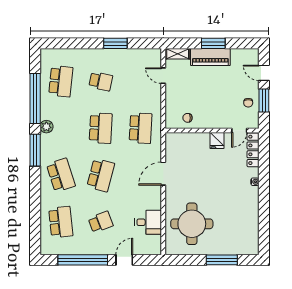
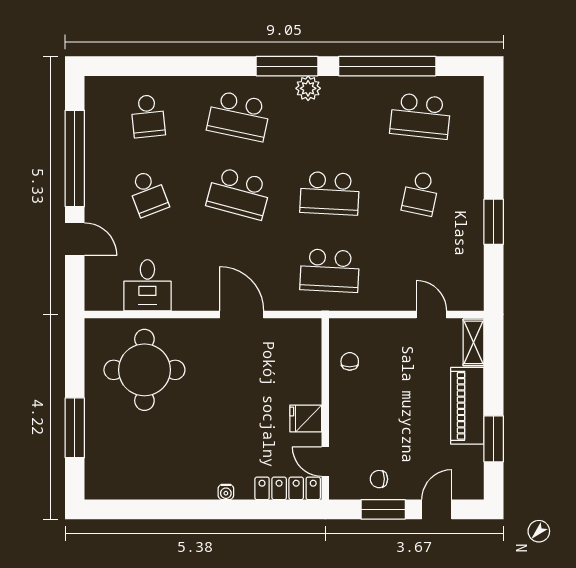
window: (213, 43) -> (494, 439), moved
door: (163, 76) -> (431, 314), hinge flipped
plant: (46, 127) -> (308, 88), moved
school desk: (61, 175) -> (239, 116), turned 30
school desk: (61, 222) -> (148, 116), width x0.54

